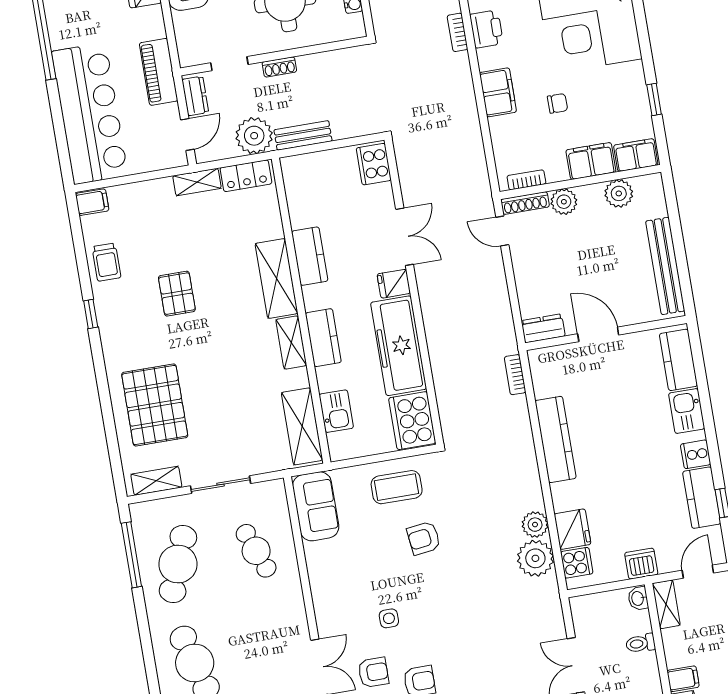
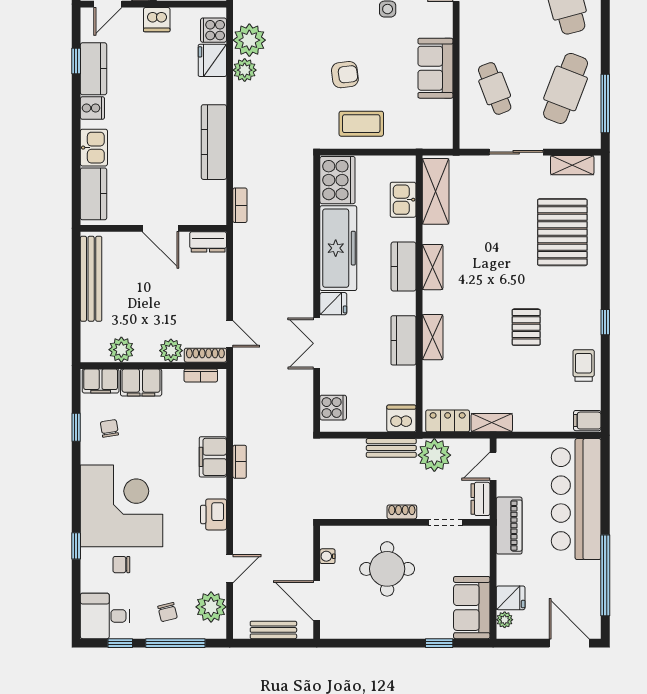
bookcase: (457, 32) -> (240, 462), moved
chair: (557, 103) -> (109, 428), moved, turned 81
cooker: (374, 164) -> (333, 408), width x0.73
dishwasher: (297, 170) -> (401, 418), added
shelving: (276, 278) -> (433, 337), width x0.67, depth x0.75
sofa: (316, 506) -> (435, 68), moved

